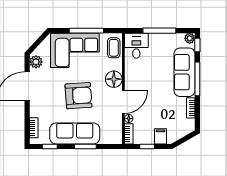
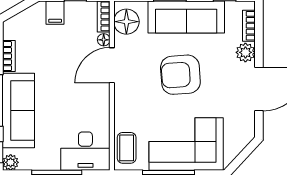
desk: (136, 46) -> (85, 151), width x1.37
plant: (36, 62) -> (245, 52), moved
floor lamp: (114, 79) -> (126, 22), moved

